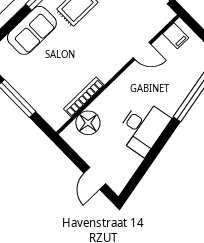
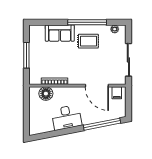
door: (142, 51) -> (97, 86), width x1.87
door: (95, 178) -> (26, 119), removed

